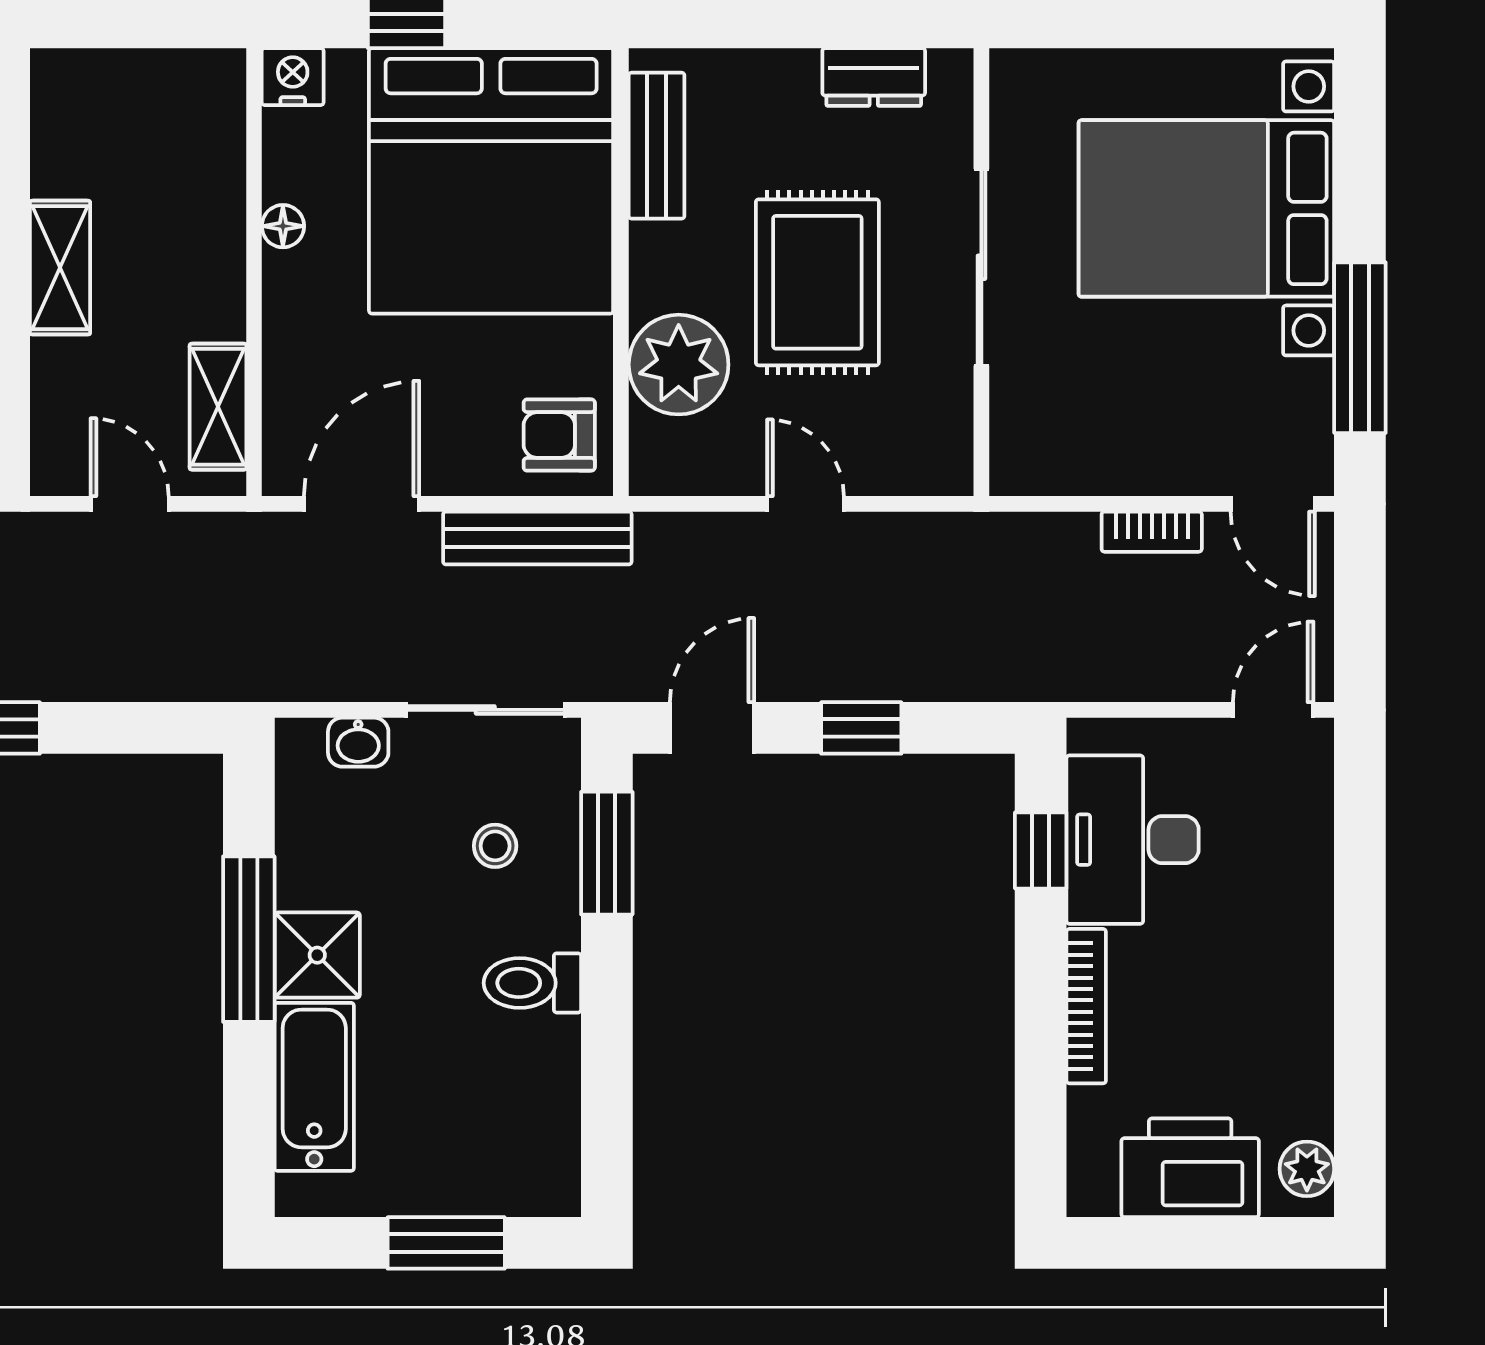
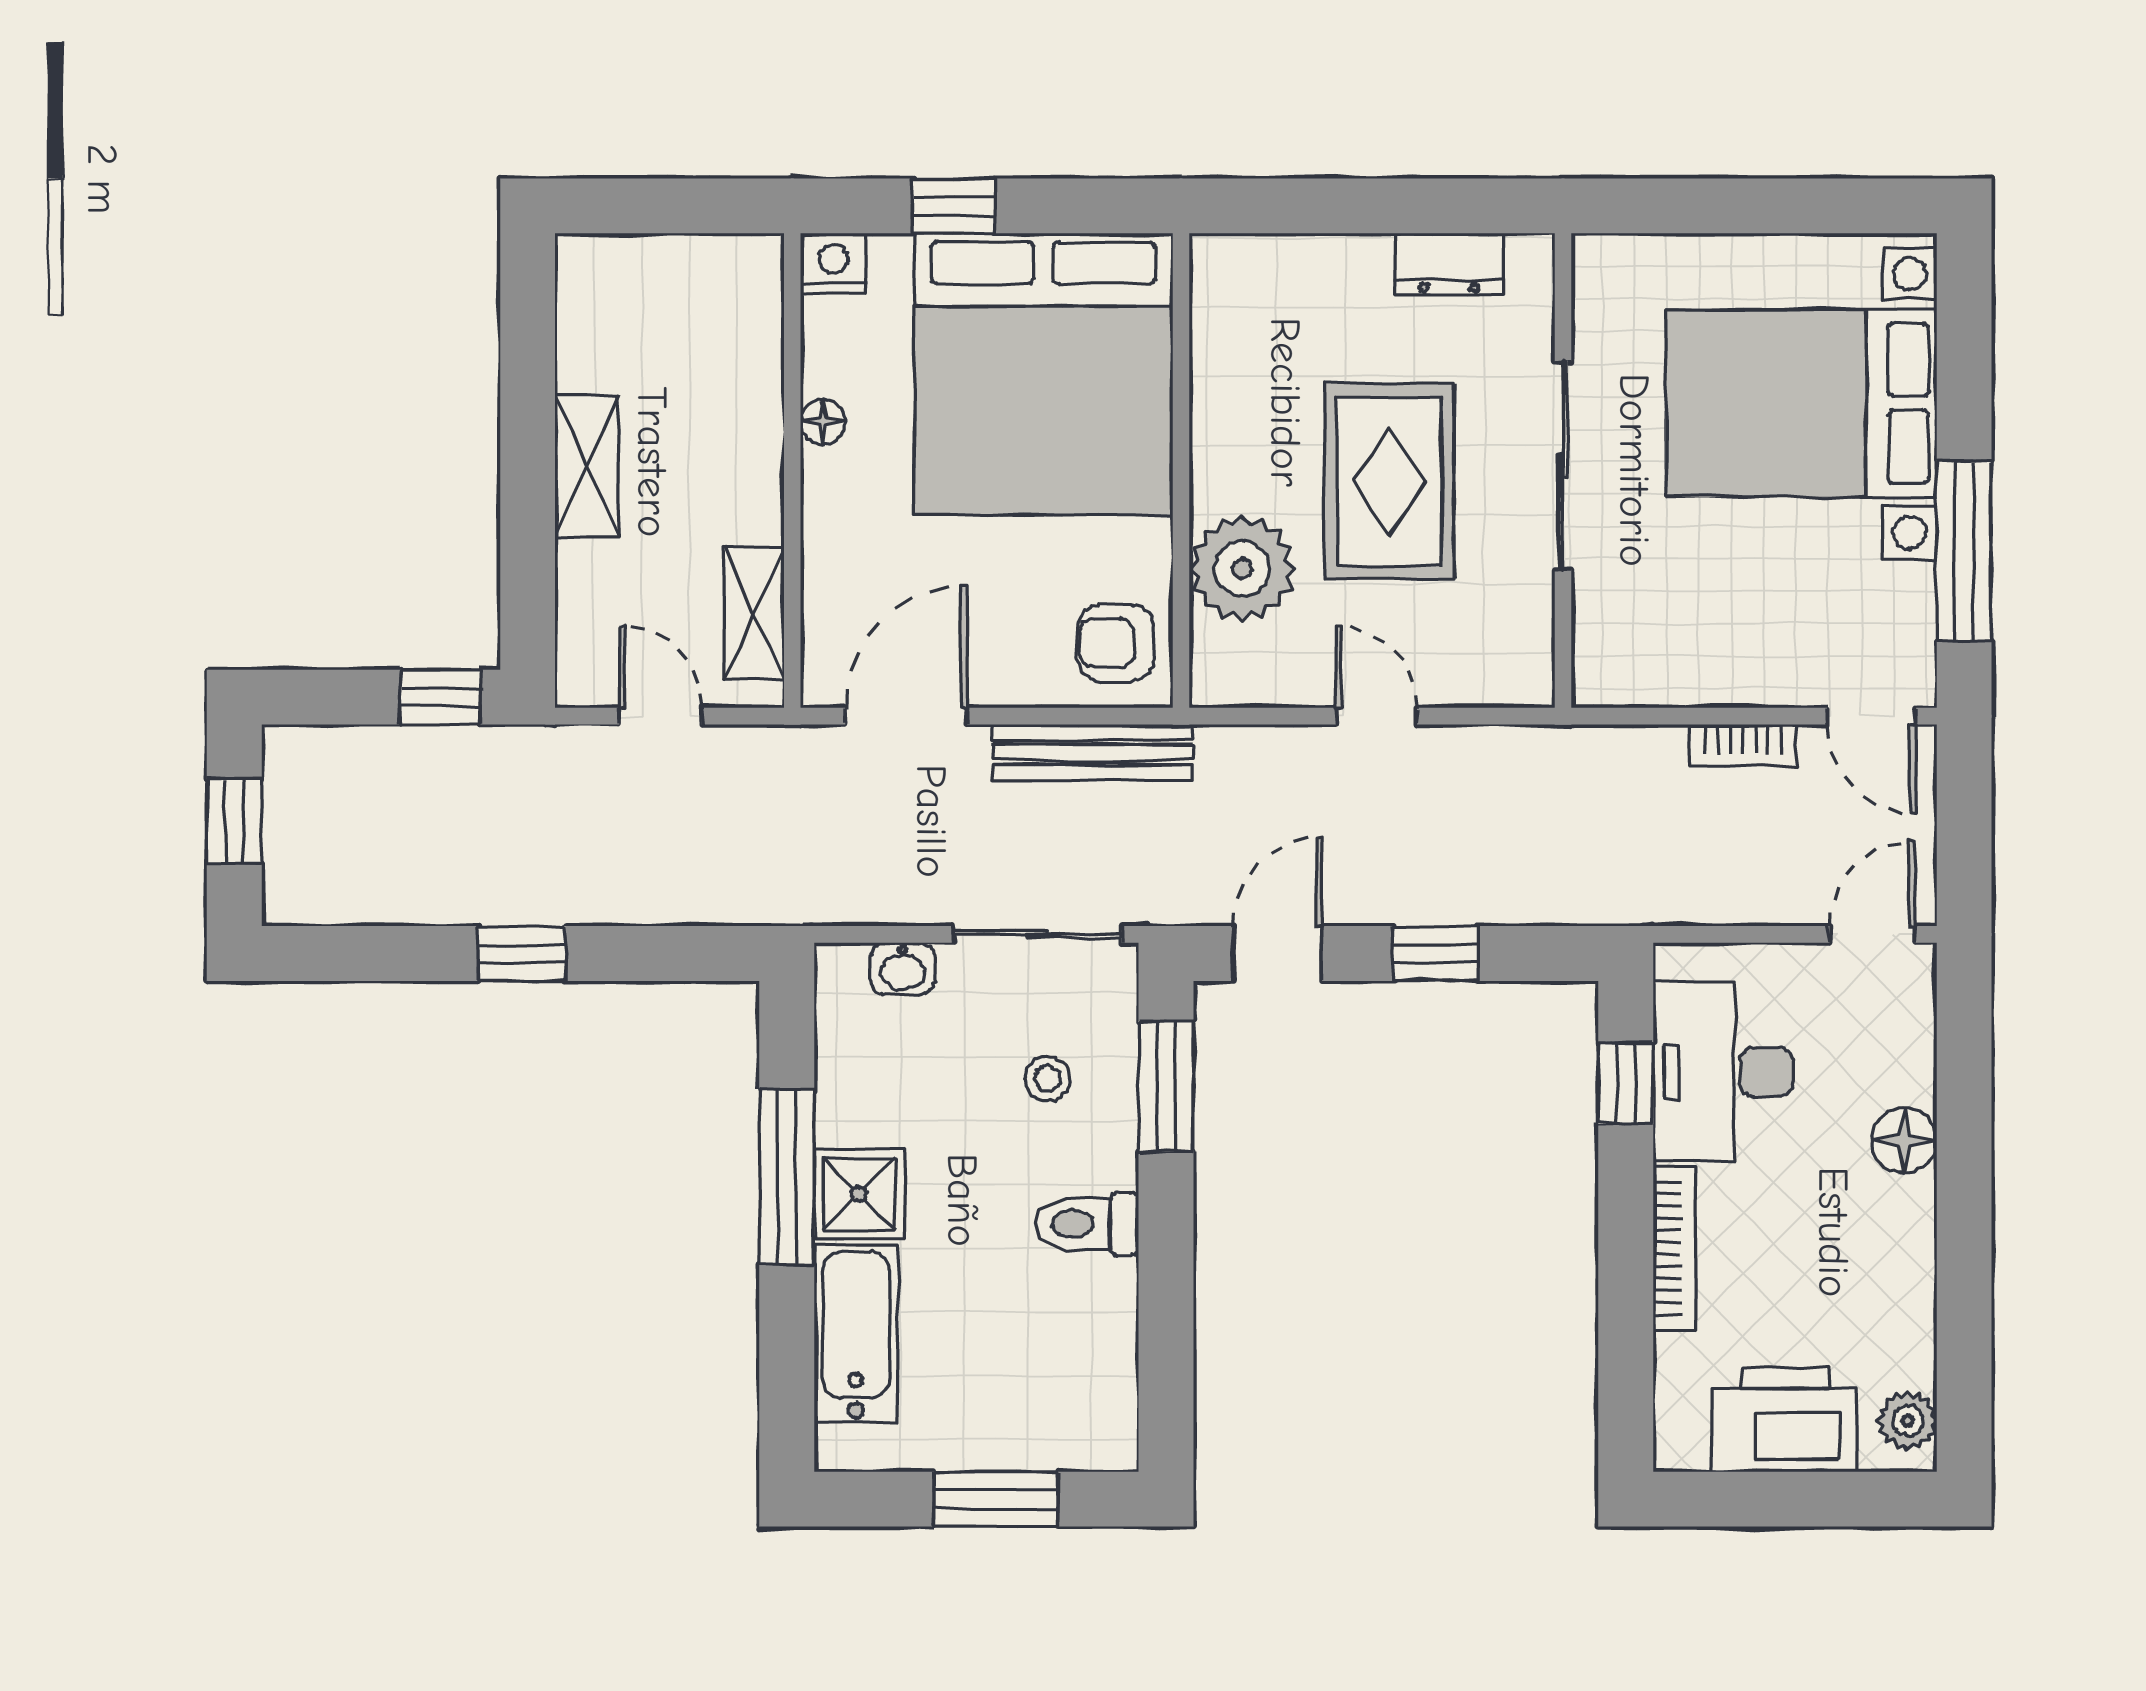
bench: (657, 146) -> (1219, 337), removed
floor lamp: (1303, 904) -> (1904, 1141), added

